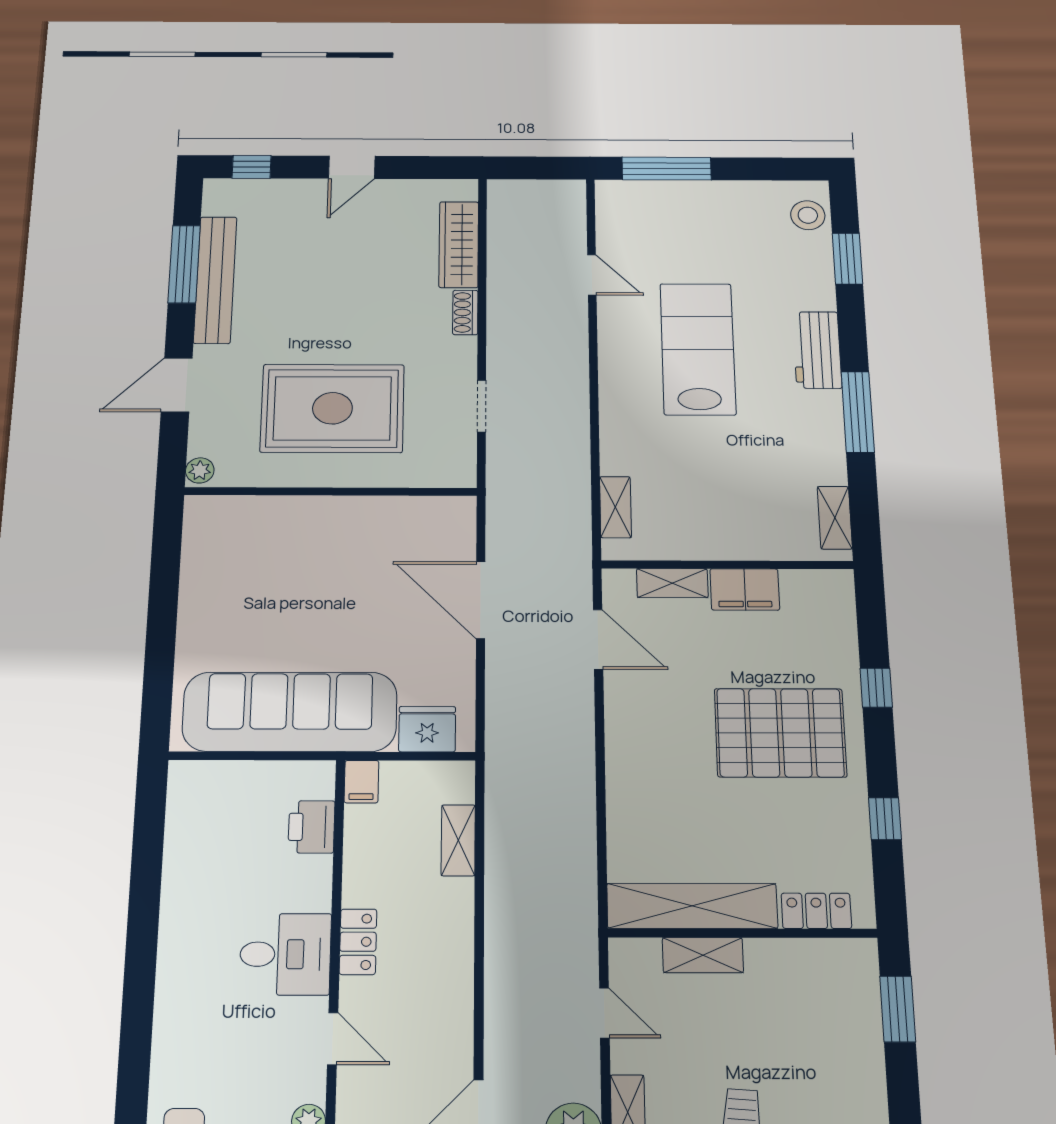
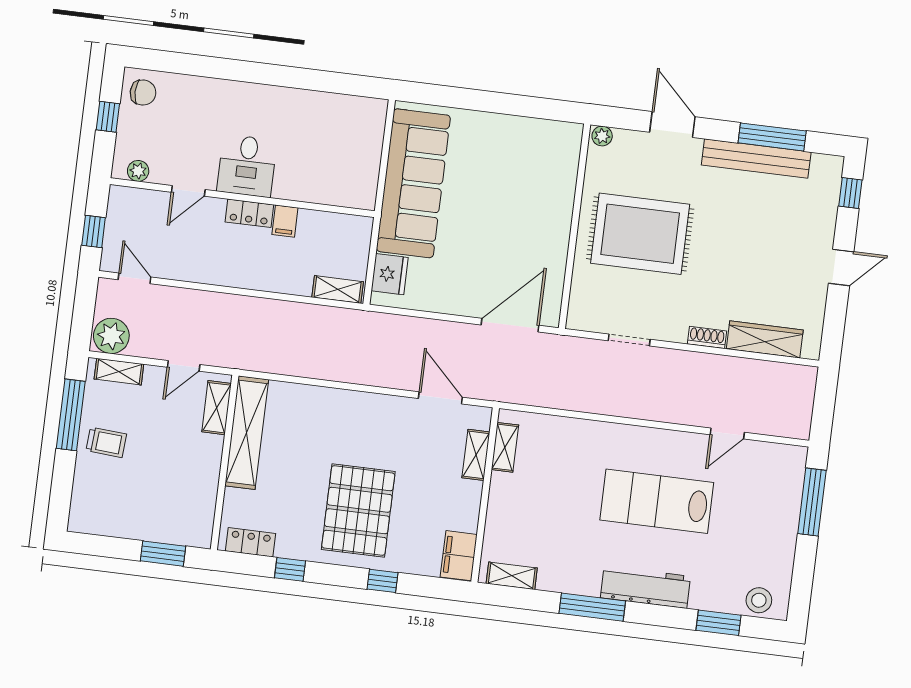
door: (352, 167) -> (841, 267), swing flipped
lab bench: (698, 349) -> (657, 501), turned 180
workbench: (817, 350) -> (645, 587), width x1.38
rug: (332, 408) -> (640, 234), turned 90
shelving: (615, 507) -> (505, 447), moved, turned 90
filing cabinet: (745, 589) -> (459, 556), moved
door: (481, 600) -> (510, 325), moved
door: (598, 639) -> (440, 398), swing flipped
filing cabinet: (361, 782) -> (285, 221), moved, turned -90
printer: (312, 827) -> (331, 190), removed
shelving: (458, 840) -> (338, 289), moved
locker: (816, 911) -> (250, 542), moved, turned -90
shelving: (703, 955) -> (217, 408), moved

